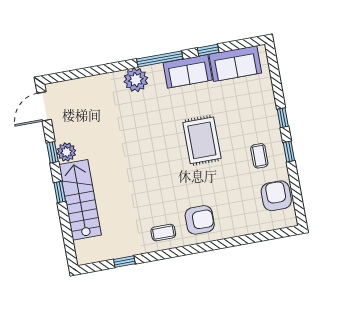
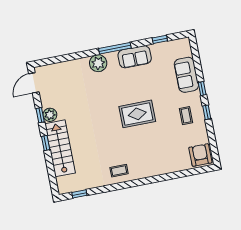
window: (208, 50) -> (160, 39), moved
sofa: (235, 64) -> (186, 75), moved, turned 90
rug: (202, 140) -> (137, 114), moved, turned 90
armchair: (276, 196) -> (200, 155), moved
armchair: (200, 220) -> (145, 161), removed
window: (124, 262) -> (79, 194), moved

